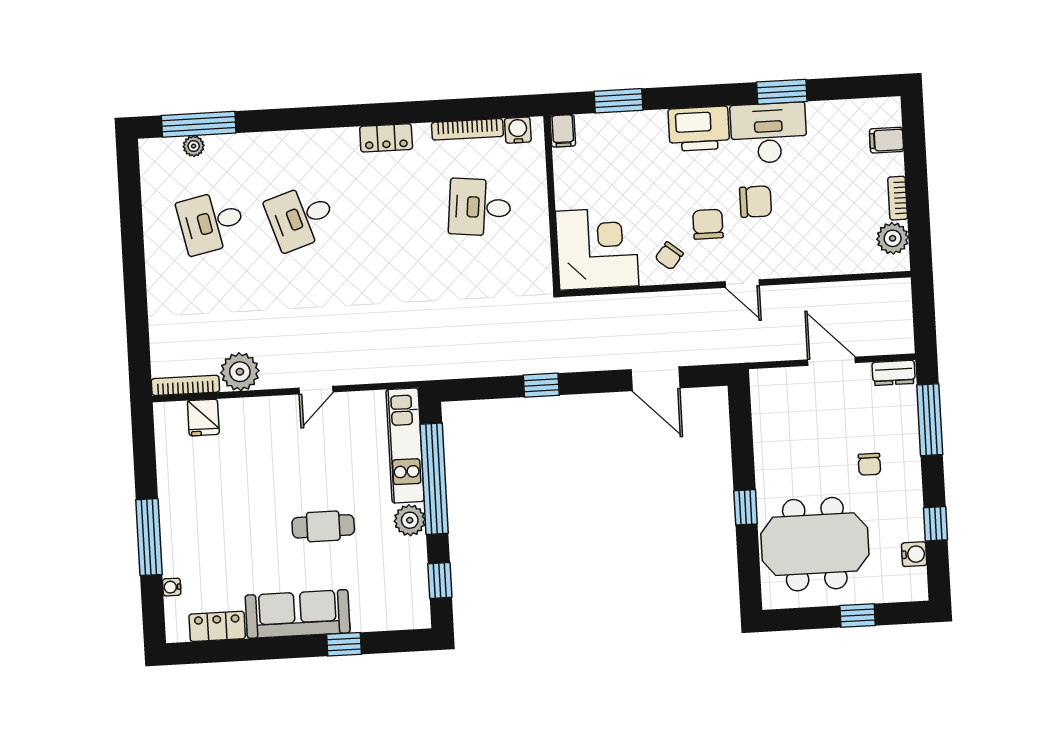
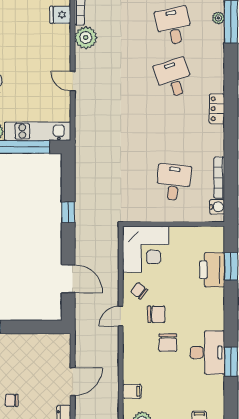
printer: (699, 129) -> (212, 270), moved
filing cabinet: (563, 131) -> (132, 391), moved, turned 180
locker: (386, 138) -> (217, 109), moved
door: (742, 284) -> (121, 316), moved
door: (655, 379) -> (68, 279), swing flipped

